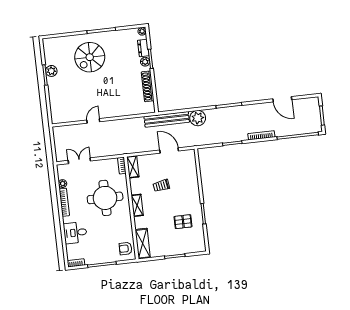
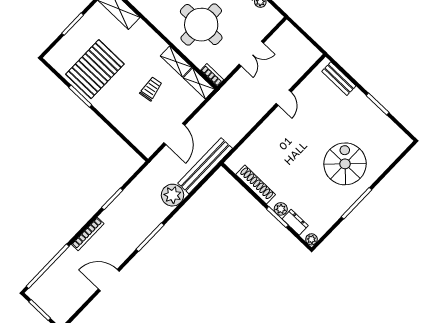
plant: (51, 71) -> (374, 114), removed
door: (282, 99) -> (109, 280), moved
bench: (55, 106) -> (339, 79), added
door: (169, 151) -> (174, 134), hinge flipped
double door: (79, 161) -> (251, 54), moved
shelving: (137, 205) -> (176, 61), moved
pallet: (183, 222) -> (95, 69), width x2.05, depth x2.00

